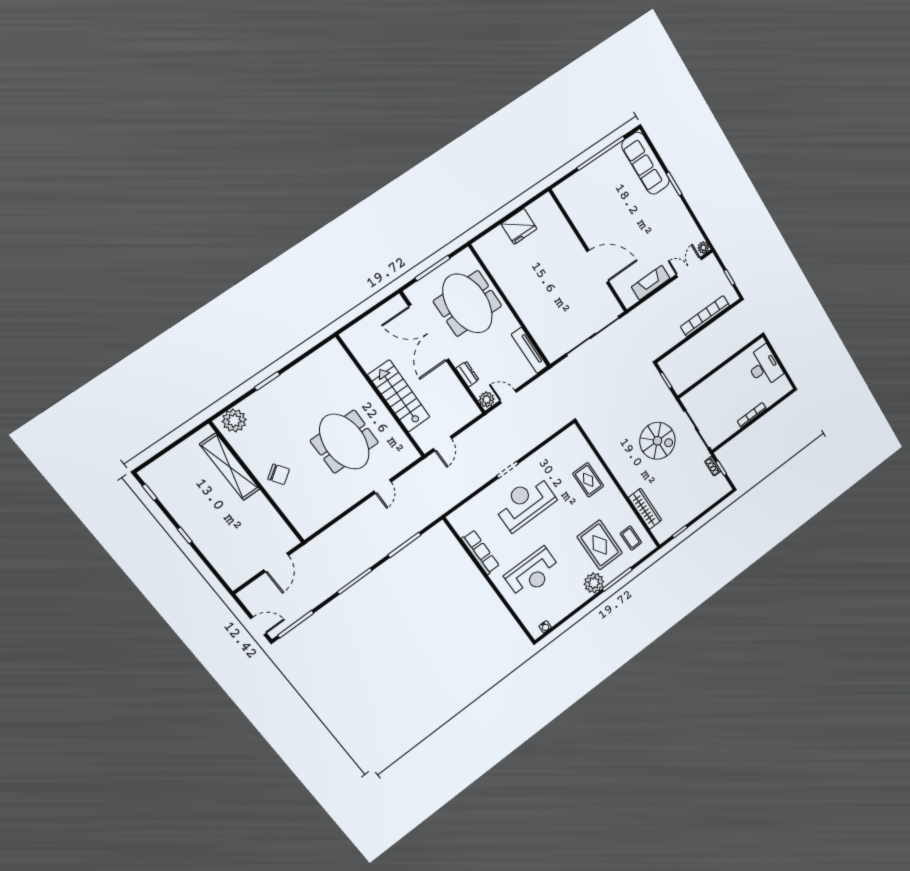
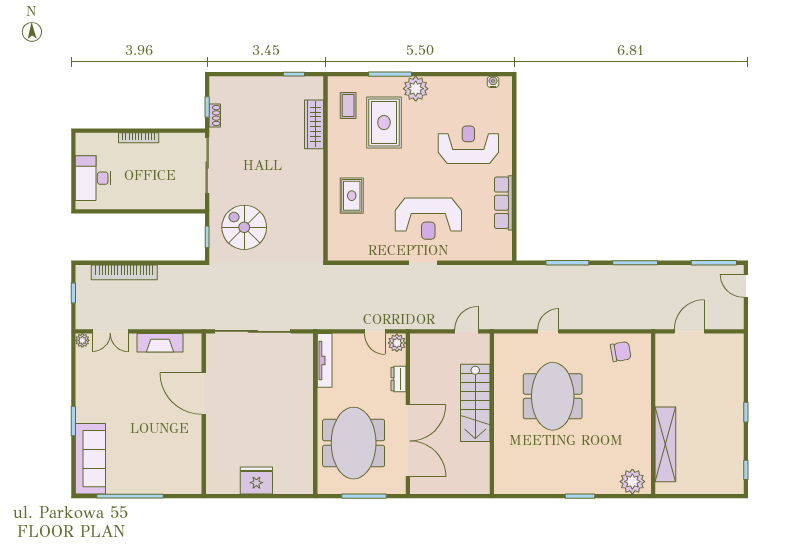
spiral stairs: (657, 441) -> (244, 227), moved
chair: (279, 474) -> (621, 352), moved, turned 115

